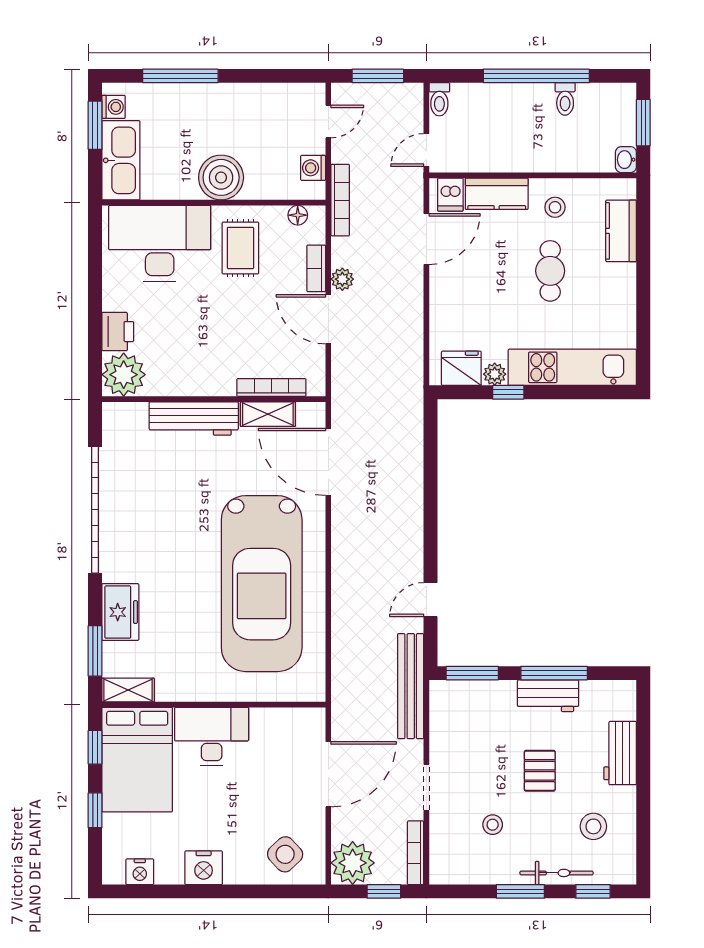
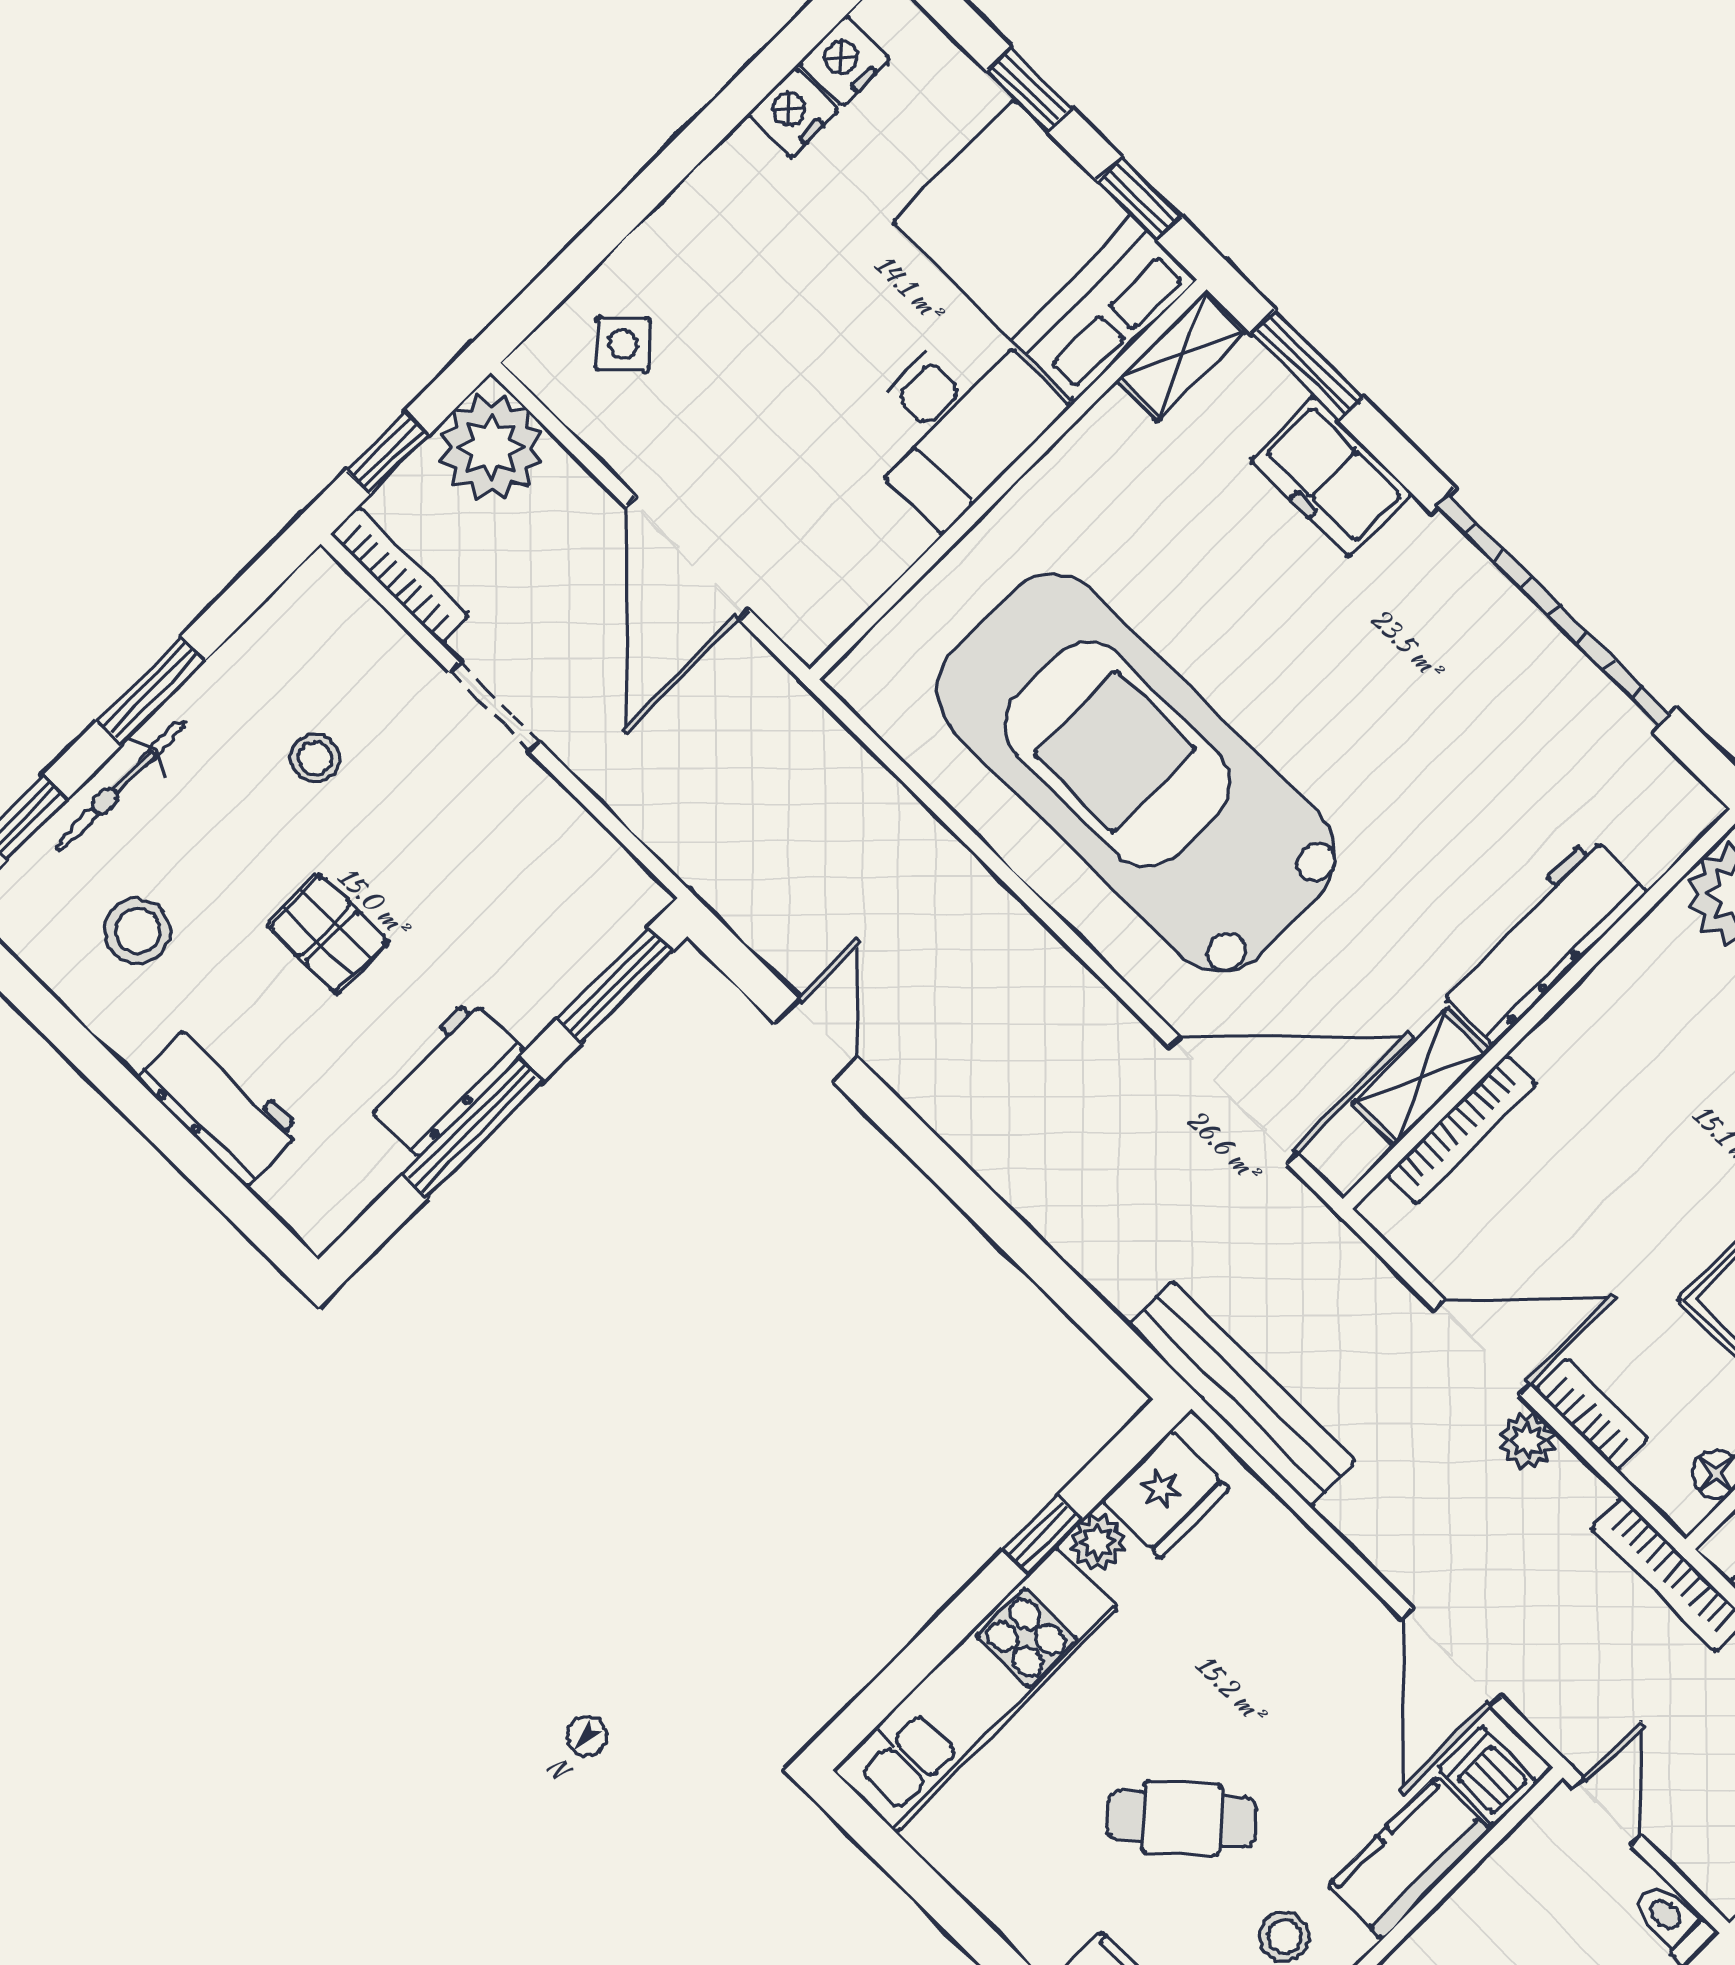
cafe table: (550, 271) -> (1182, 1818), turned -42
bench: (411, 686) -> (1241, 1394), moved
side table: (285, 854) -> (623, 344), width x0.73, depth x0.73
nightstand: (204, 868) -> (793, 113), moved, width x0.74, depth x0.75

